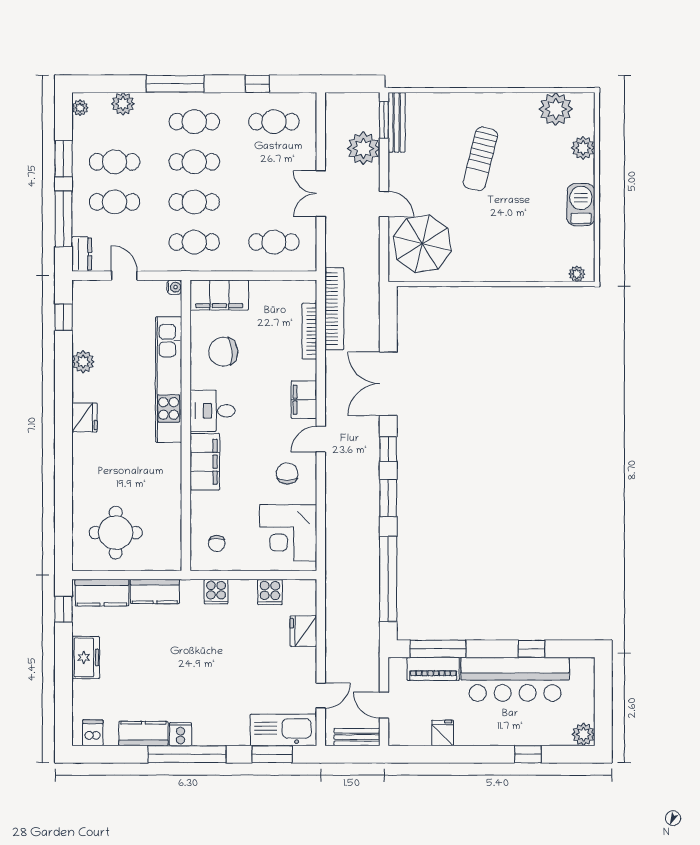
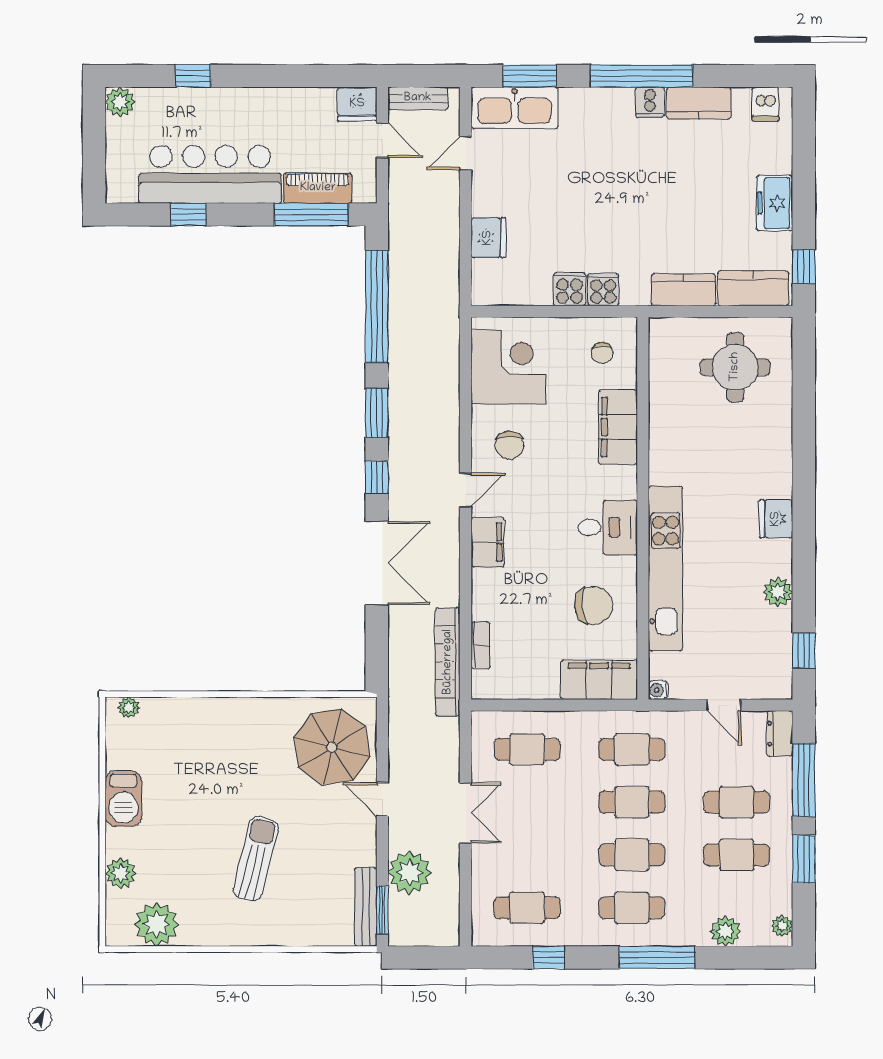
bookcase: (309, 331) -> (480, 645), width x0.64
filing cabinet: (205, 462) -> (618, 427), moved
chair: (217, 544) -> (602, 353), turned 180
cooker: (270, 592) -> (570, 289), moved
fridge: (443, 733) -> (357, 104), moved, width x1.38

